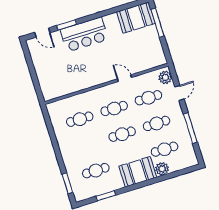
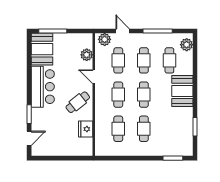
bar counter: (84, 35) -> (43, 87), moved
plant: (144, 64) -> (87, 55), added
cafe table: (94, 70) -> (78, 102), added
door: (124, 78) -> (94, 77), hinge flipped
fridge: (69, 86) -> (86, 129), added
plant: (162, 169) -> (187, 45), moved
cafe table: (96, 171) -> (144, 129), moved

